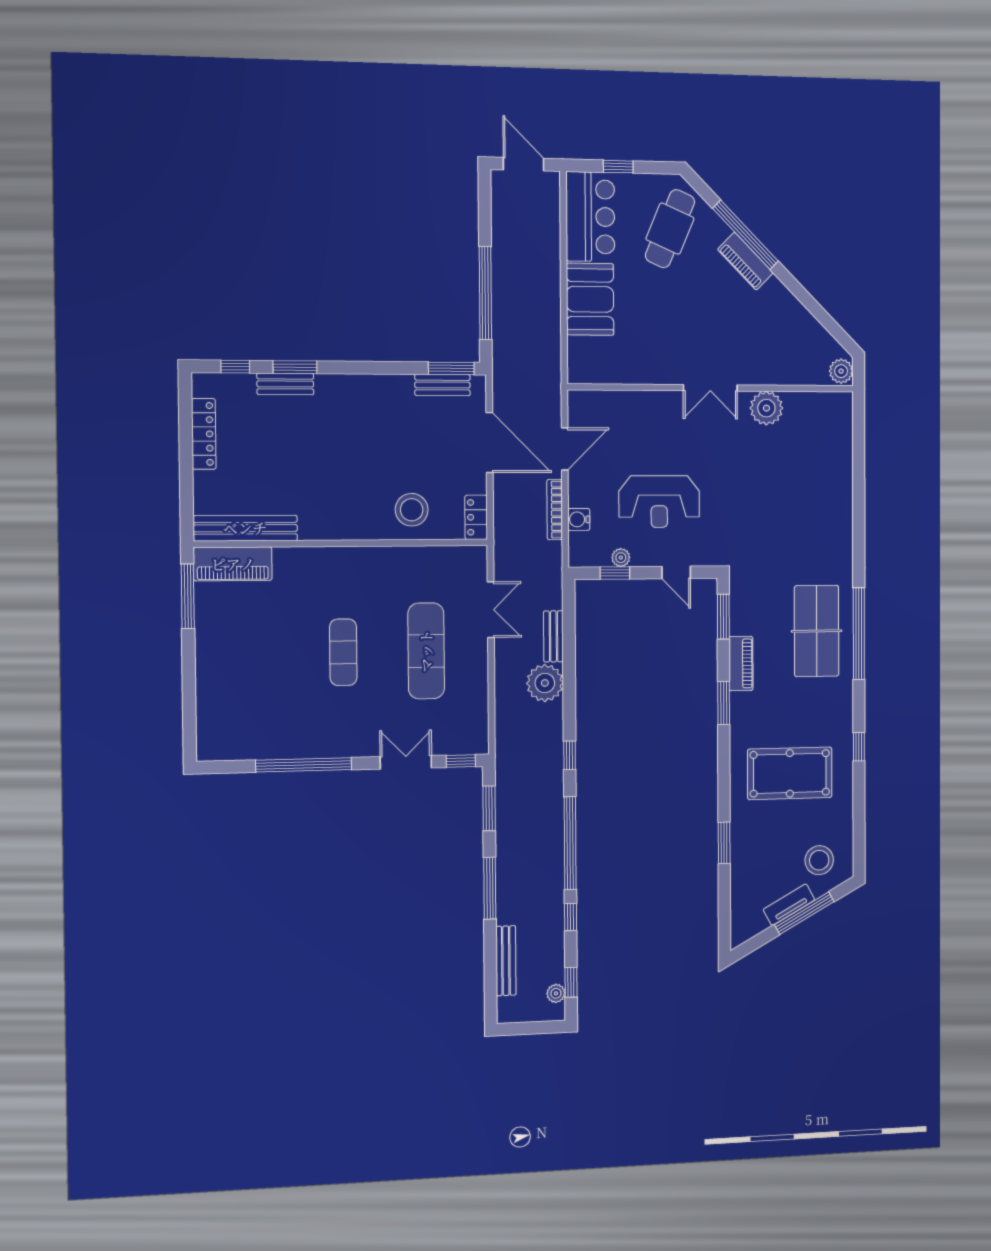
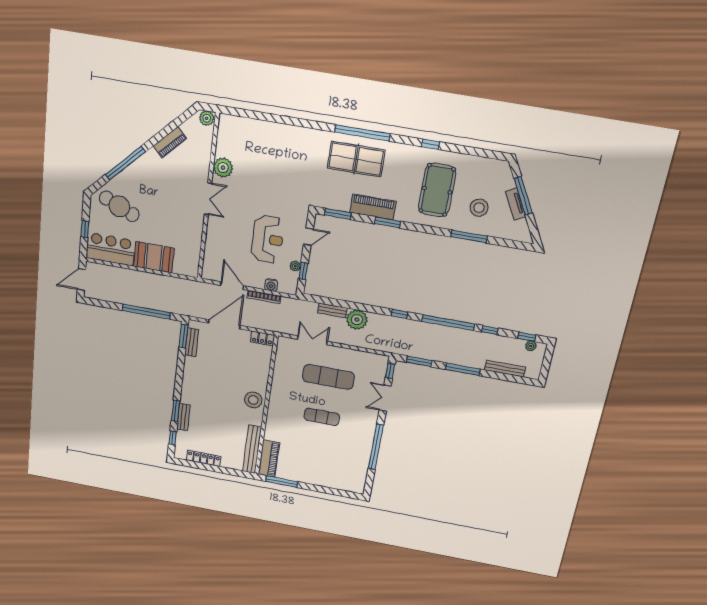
piano: (745, 261) -> (170, 142), moved
stool: (412, 510) -> (253, 400), moved
piano: (741, 664) -> (373, 207), width x1.37, depth x1.33
window: (724, 843) -> (469, 236), width x1.44
stool: (819, 860) -> (479, 208), moved

